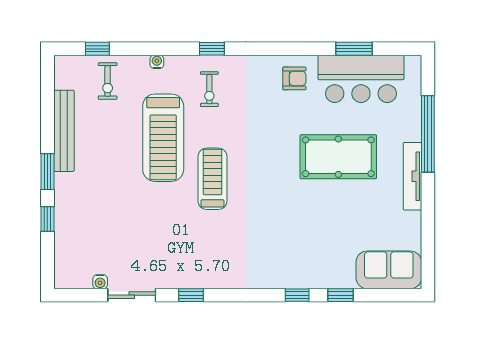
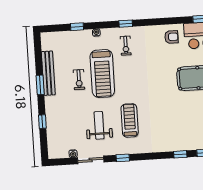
window: (97, 49) -> (77, 27), moved
exercise bike: (108, 81) -> (79, 80), moved
window: (47, 172) -> (40, 85), moved
treadmill: (213, 179) -> (130, 120), moved
weight bench: (151, 233) -> (99, 125), added

